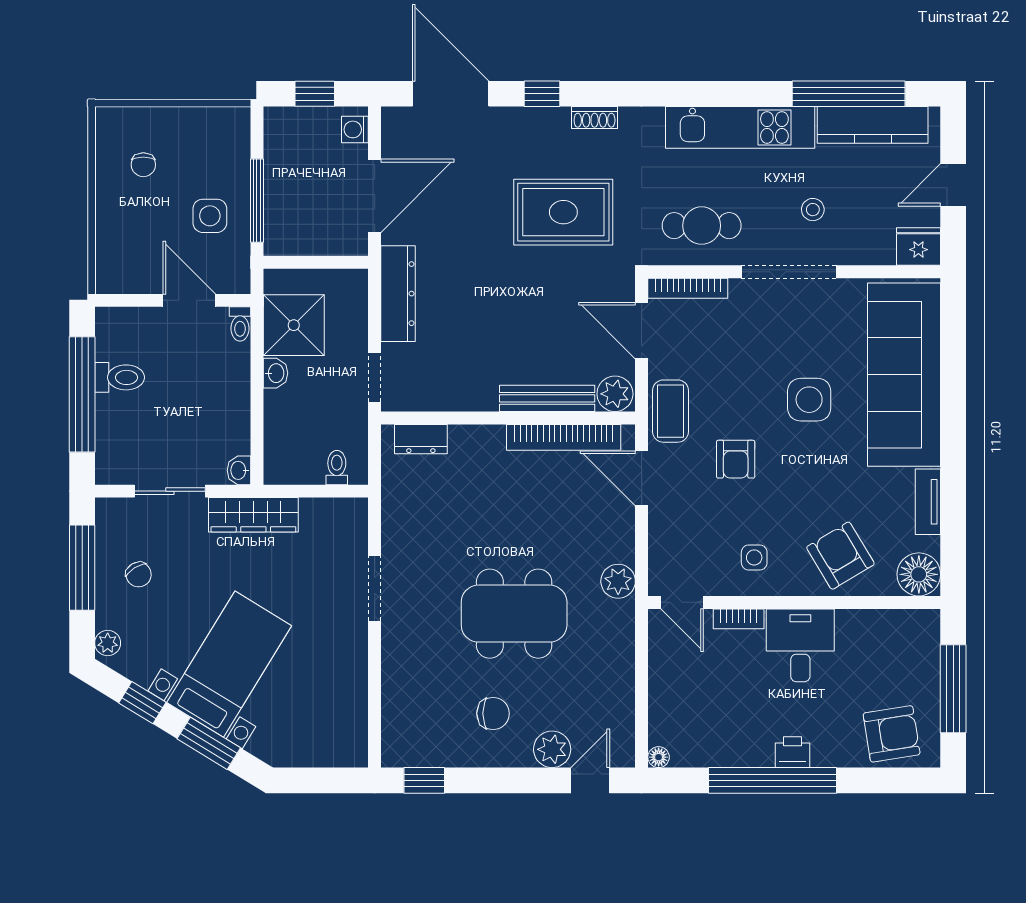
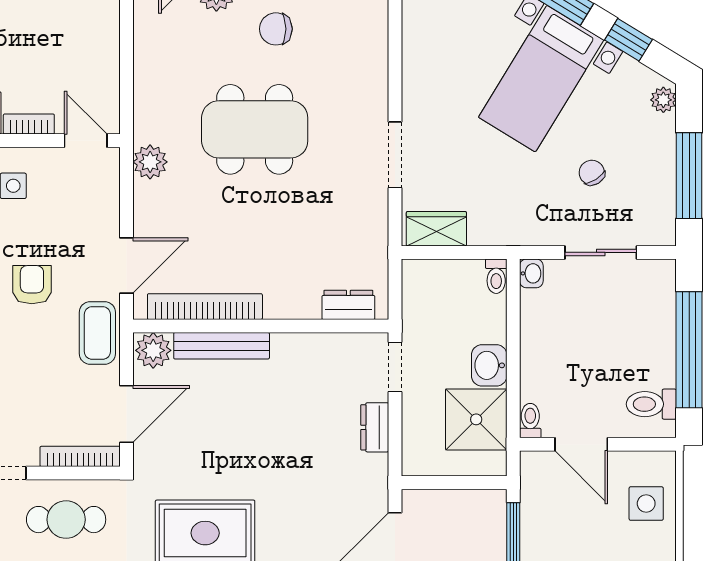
side table: (210, 216) -> (646, 504), moved
dresser: (398, 294) -> (375, 427), width x0.51, depth x0.80
door: (642, 331) -> (126, 414), hinge flipped
washbasin: (275, 373) -> (489, 365), width x1.38, depth x1.45
toilet: (120, 377) -> (651, 404), moved
toilet: (337, 468) -> (496, 276), moved
door: (642, 478) -> (126, 265), hinge flipped
wardrobe: (253, 515) -> (436, 229), moved, width x0.67
chair: (139, 575) -> (592, 173), moved

